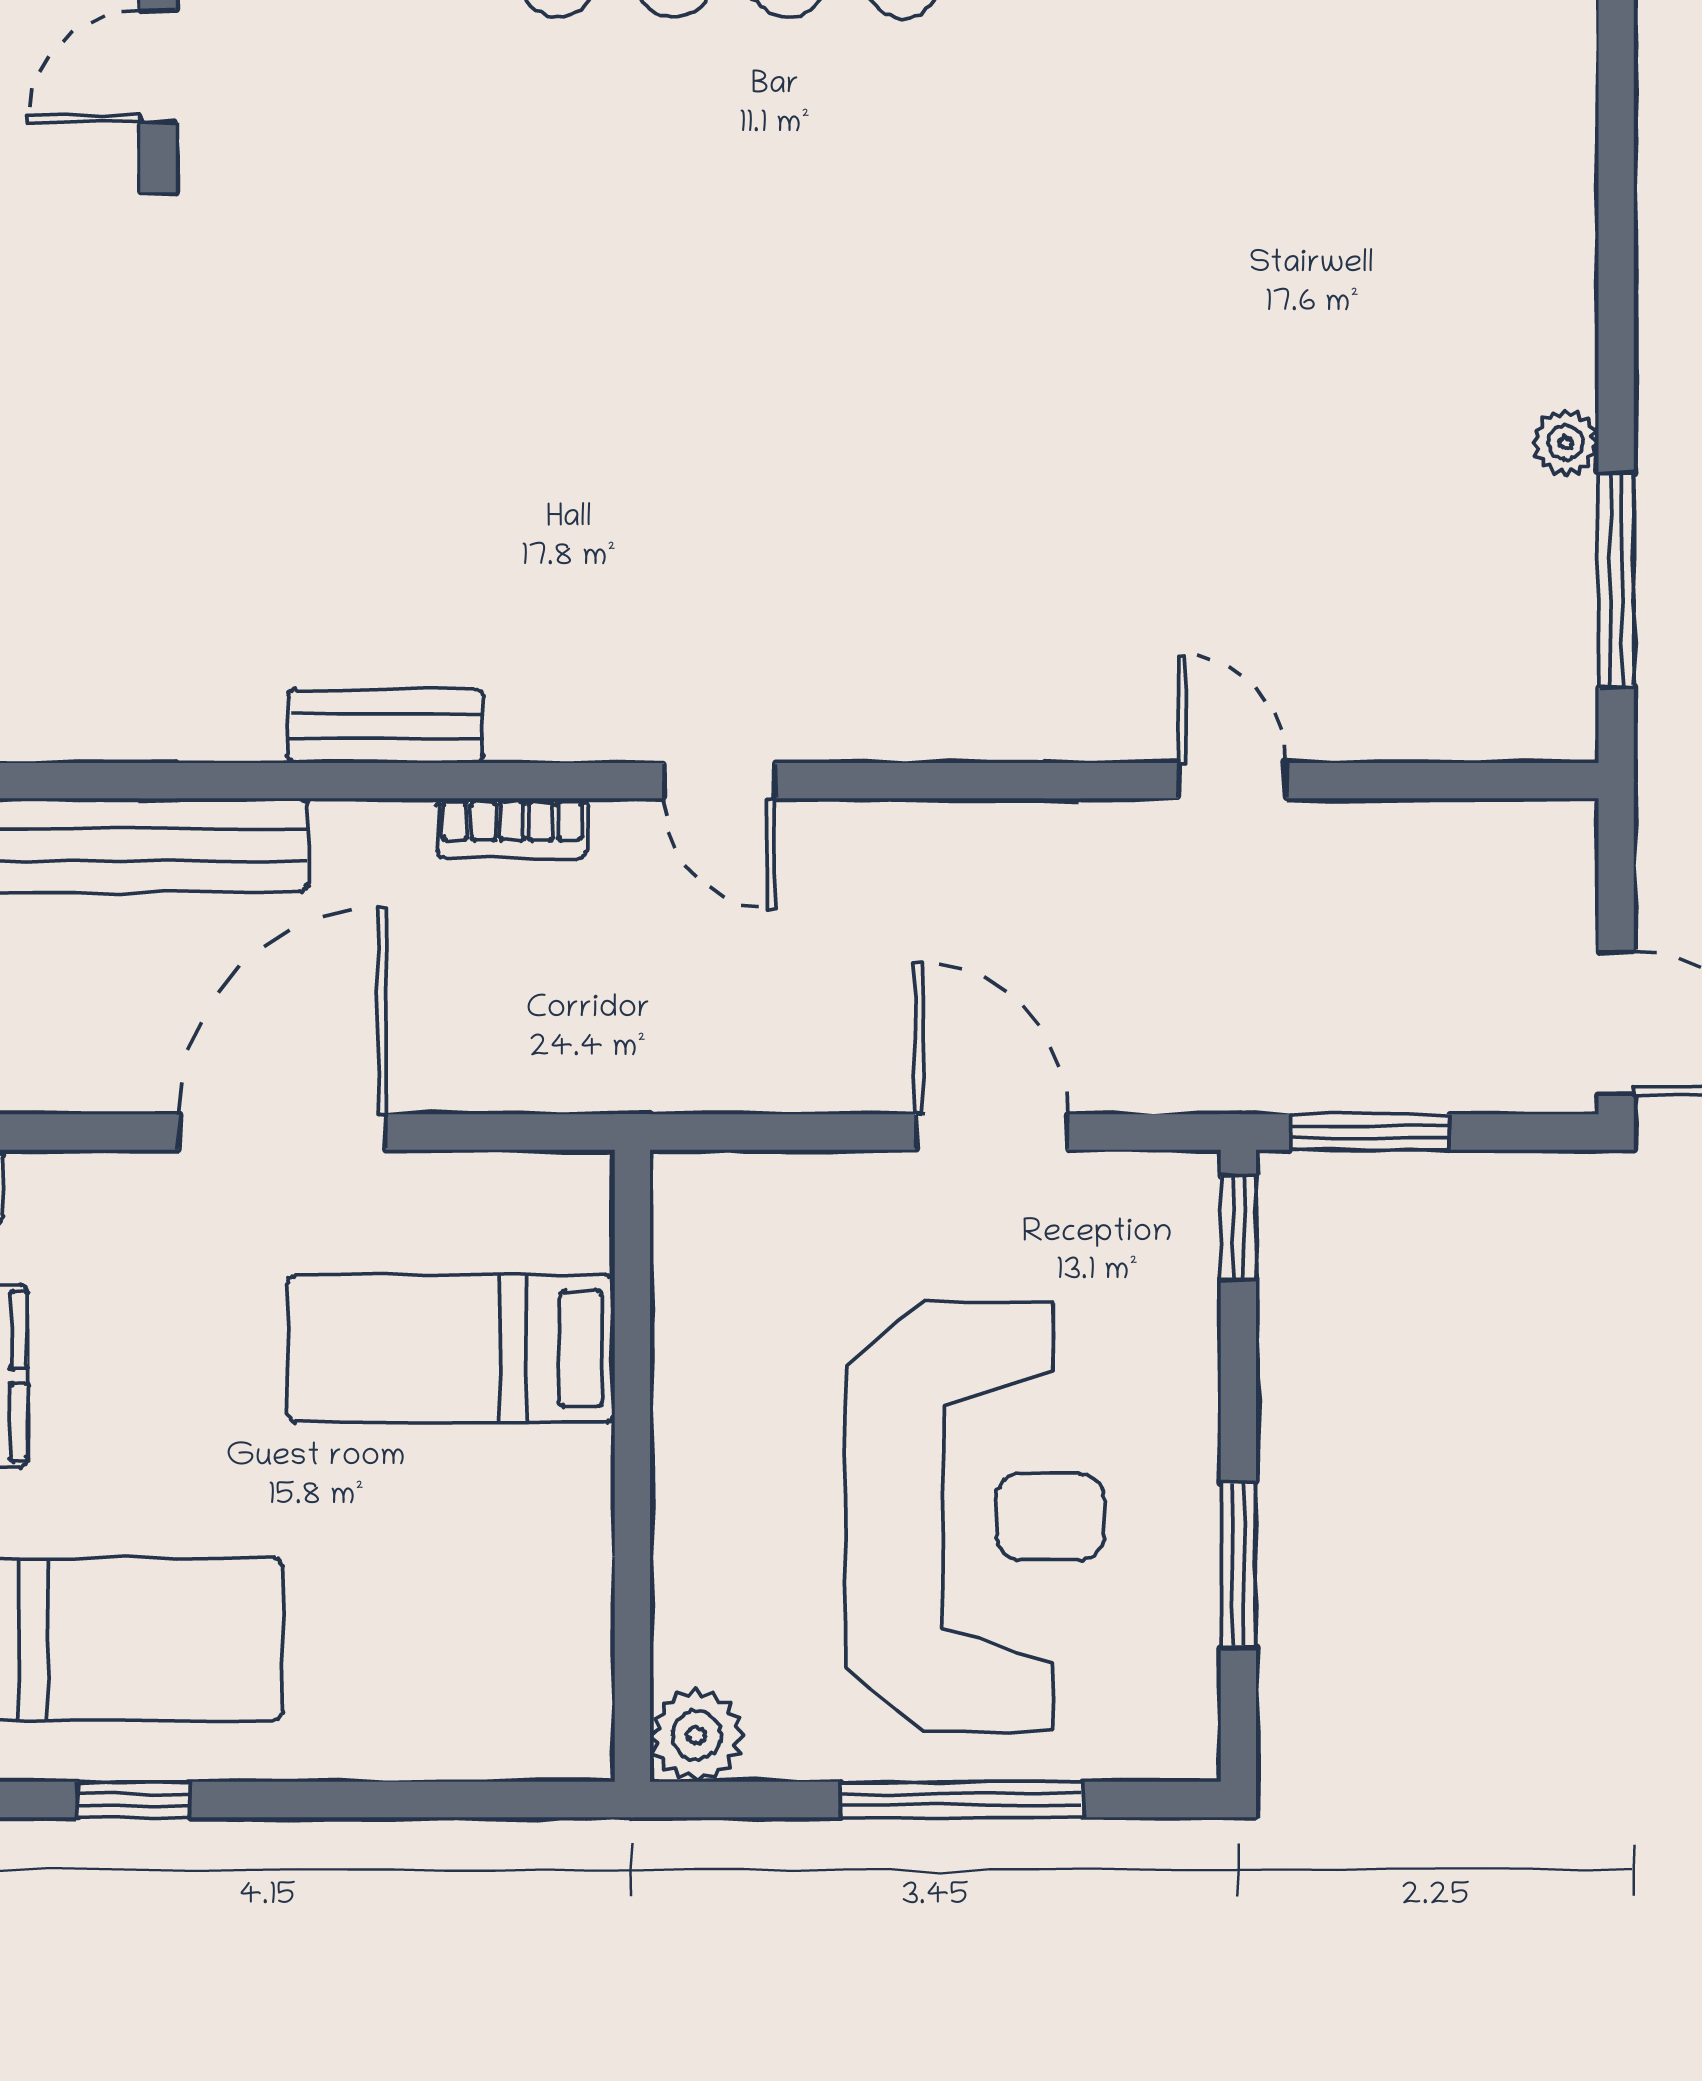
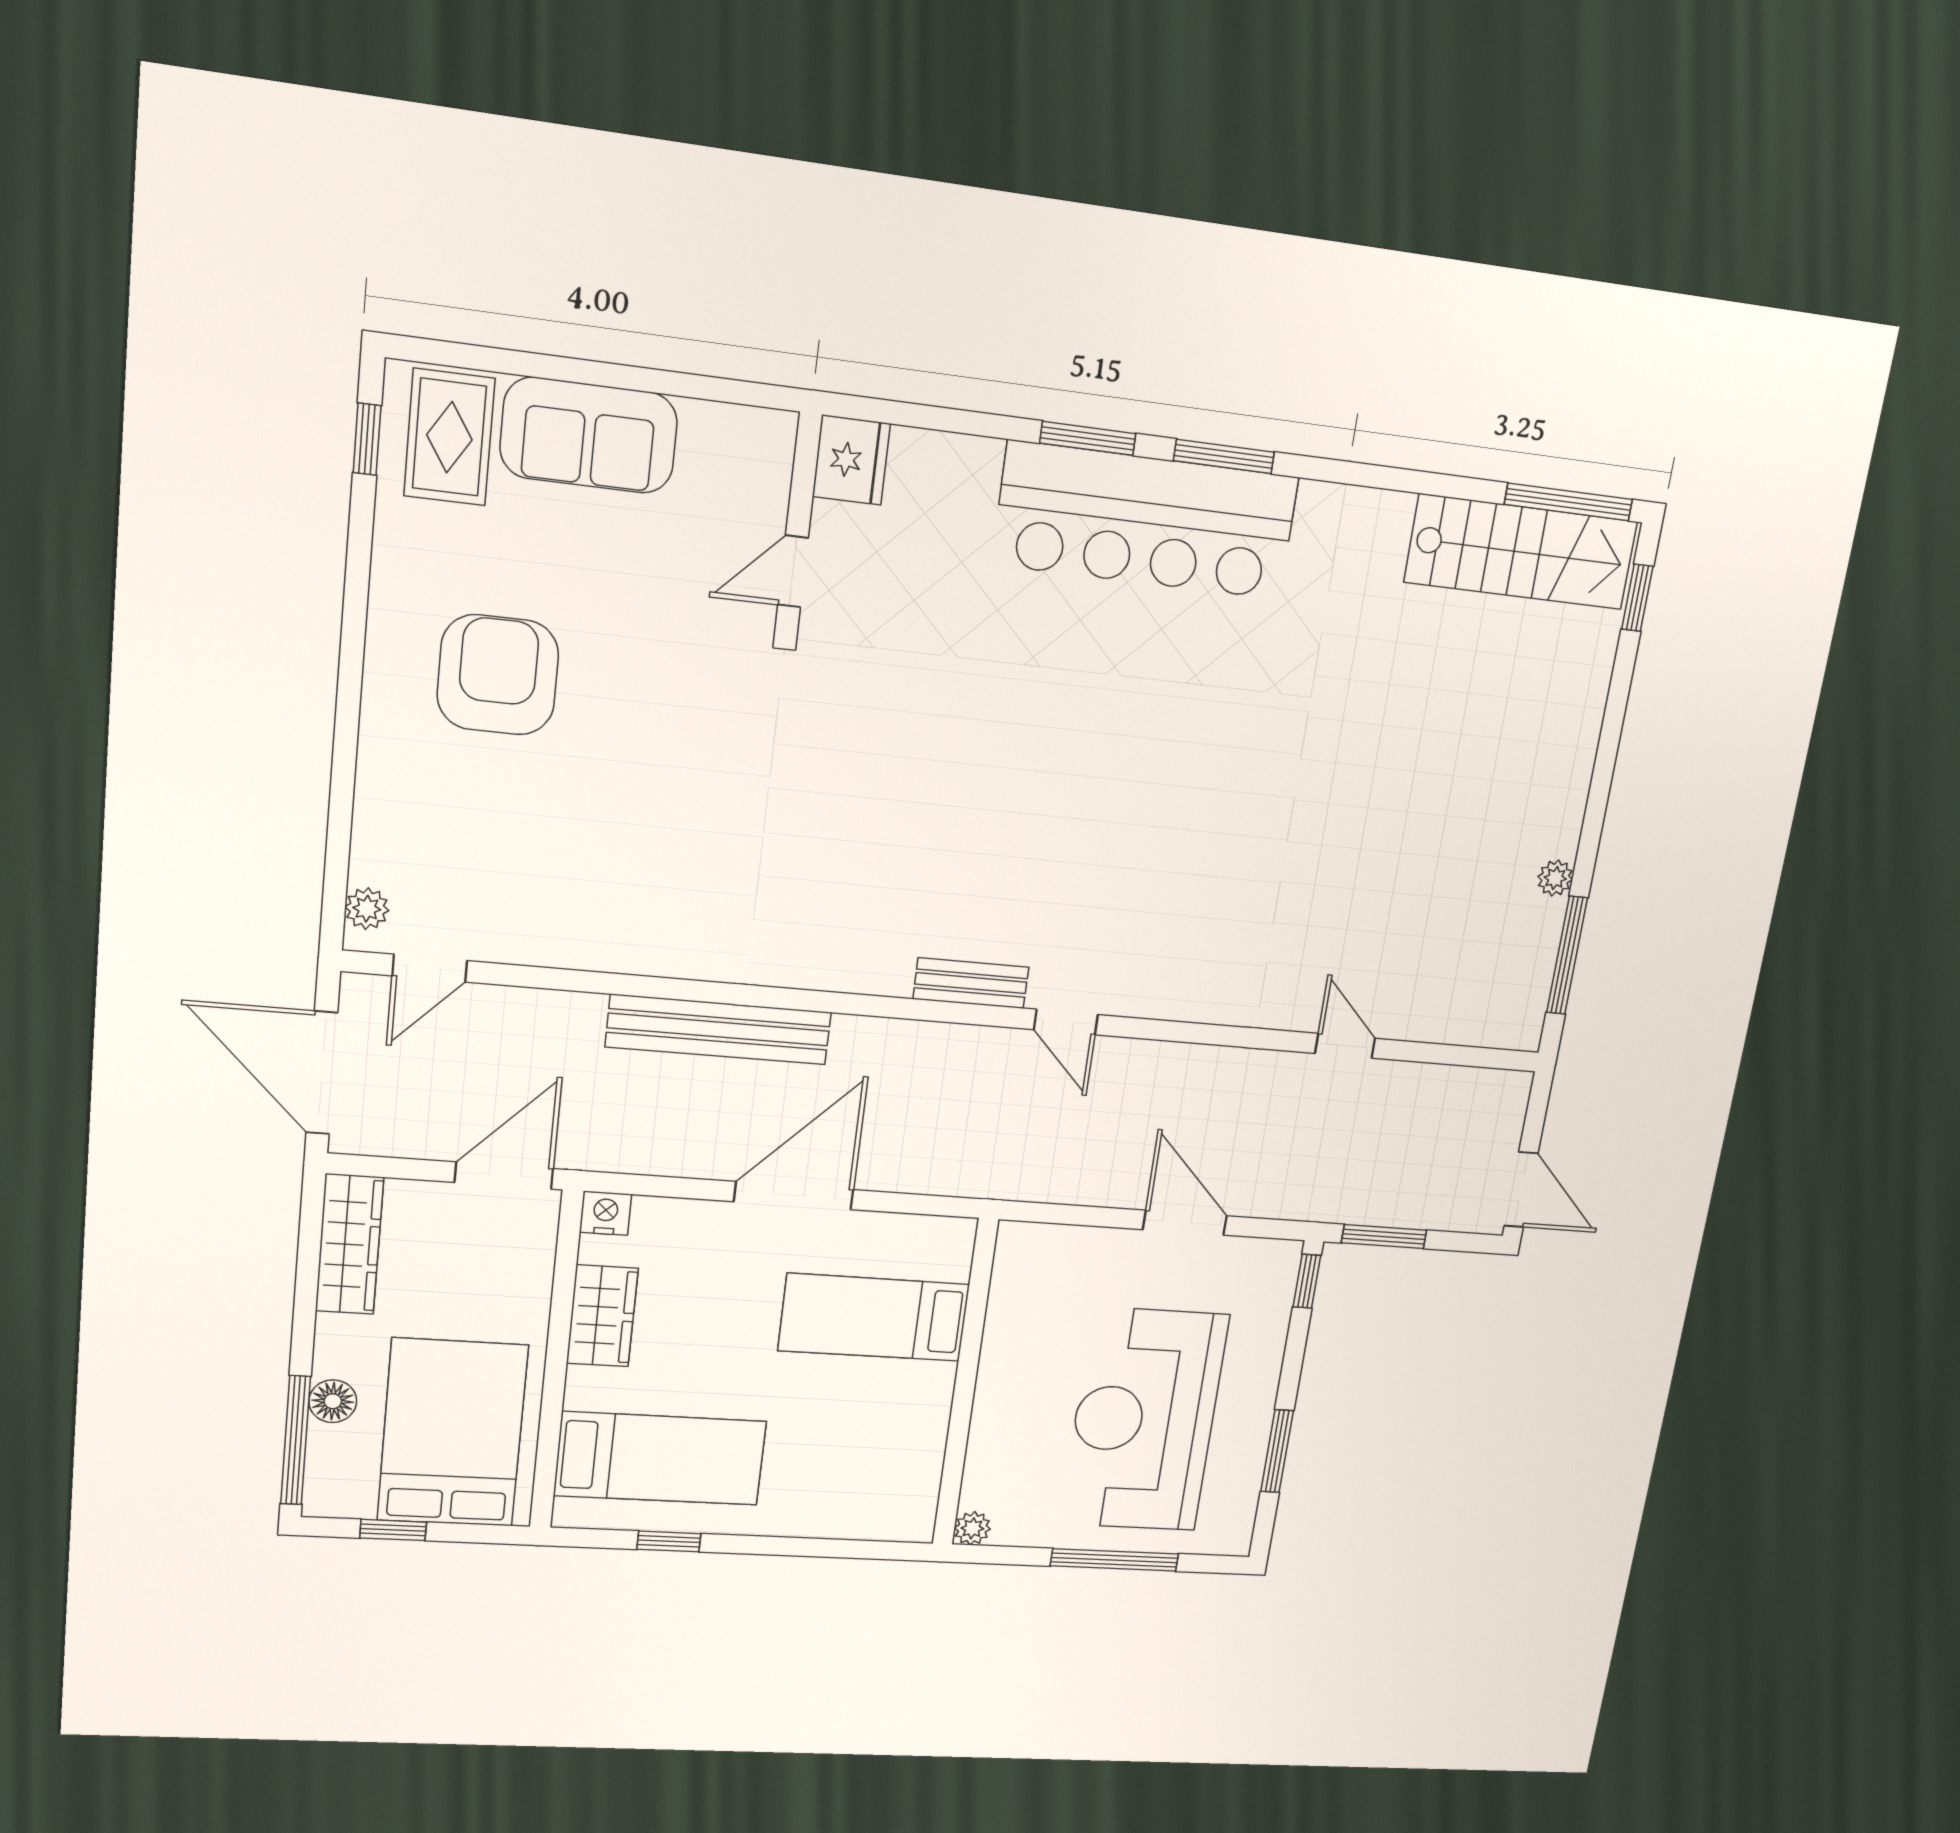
bench: (385, 726) -> (971, 983), moved
bookcase: (512, 828) -> (946, 1039), removed
reception desk: (975, 1517) -> (1144, 1420), turned 180
plant: (697, 1735) -> (972, 1528), width x0.73, depth x0.73

